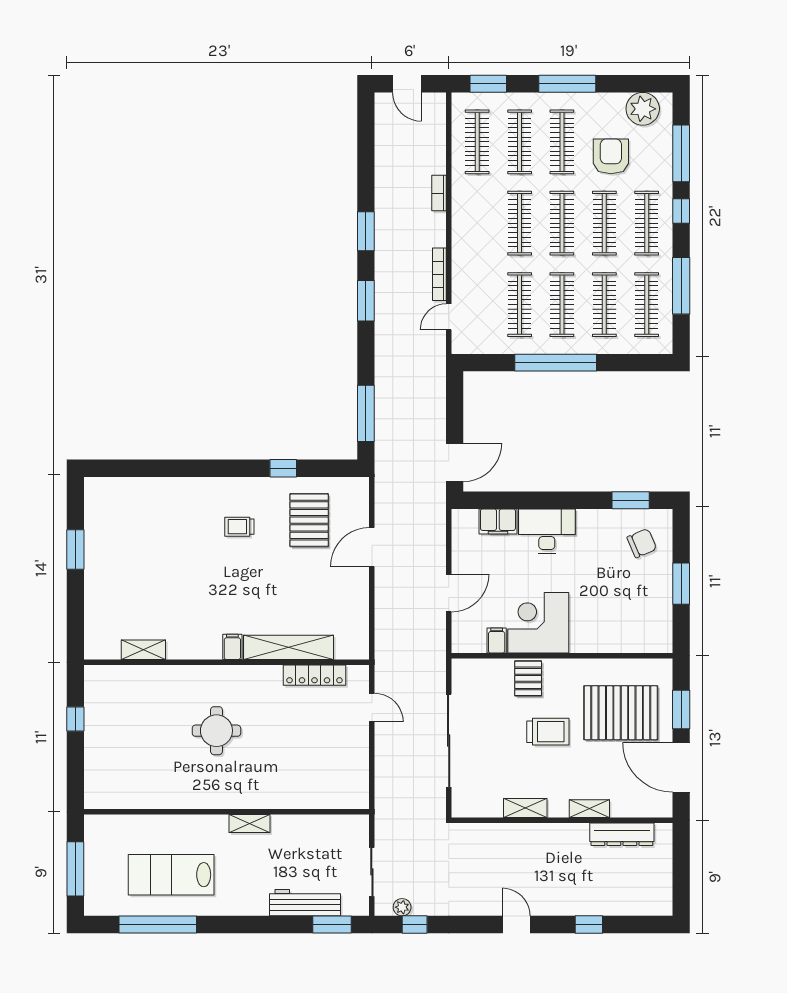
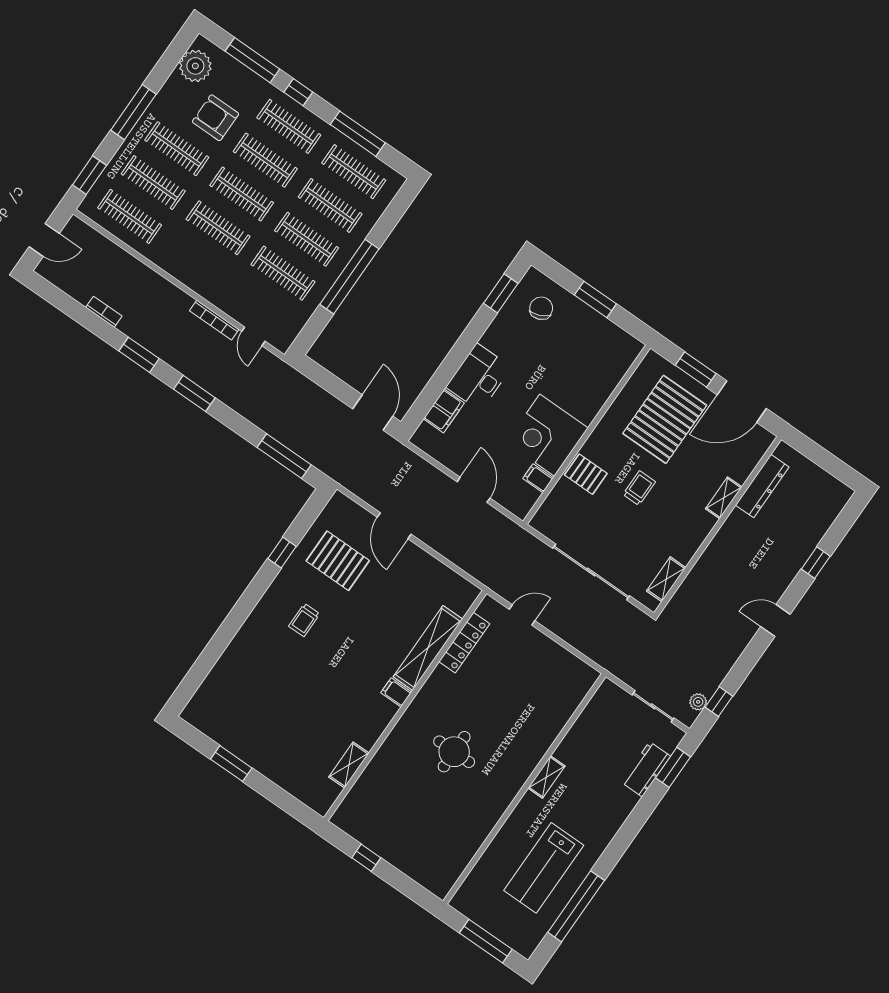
bookcase: (439, 193) -> (104, 312), moved, turned 180
trolley: (548, 732) -> (639, 488), width x0.73, depth x0.72
shelving: (525, 808) -> (666, 579), moved
workbench: (305, 903) -> (646, 769), width x0.73

